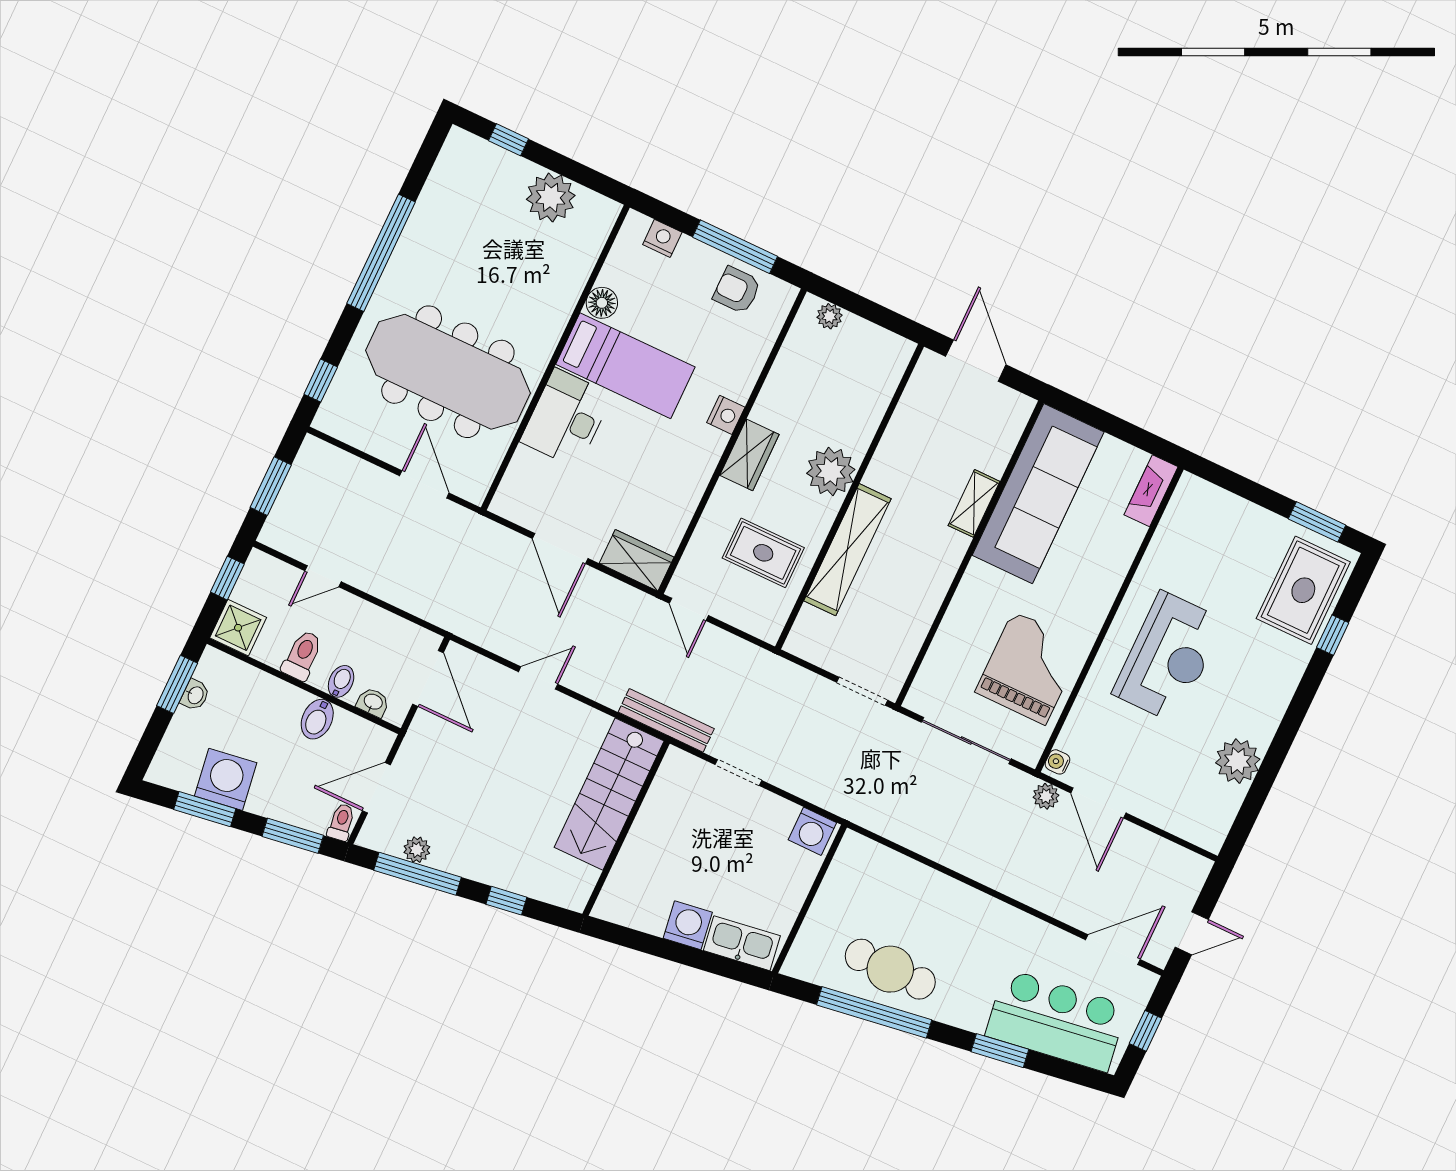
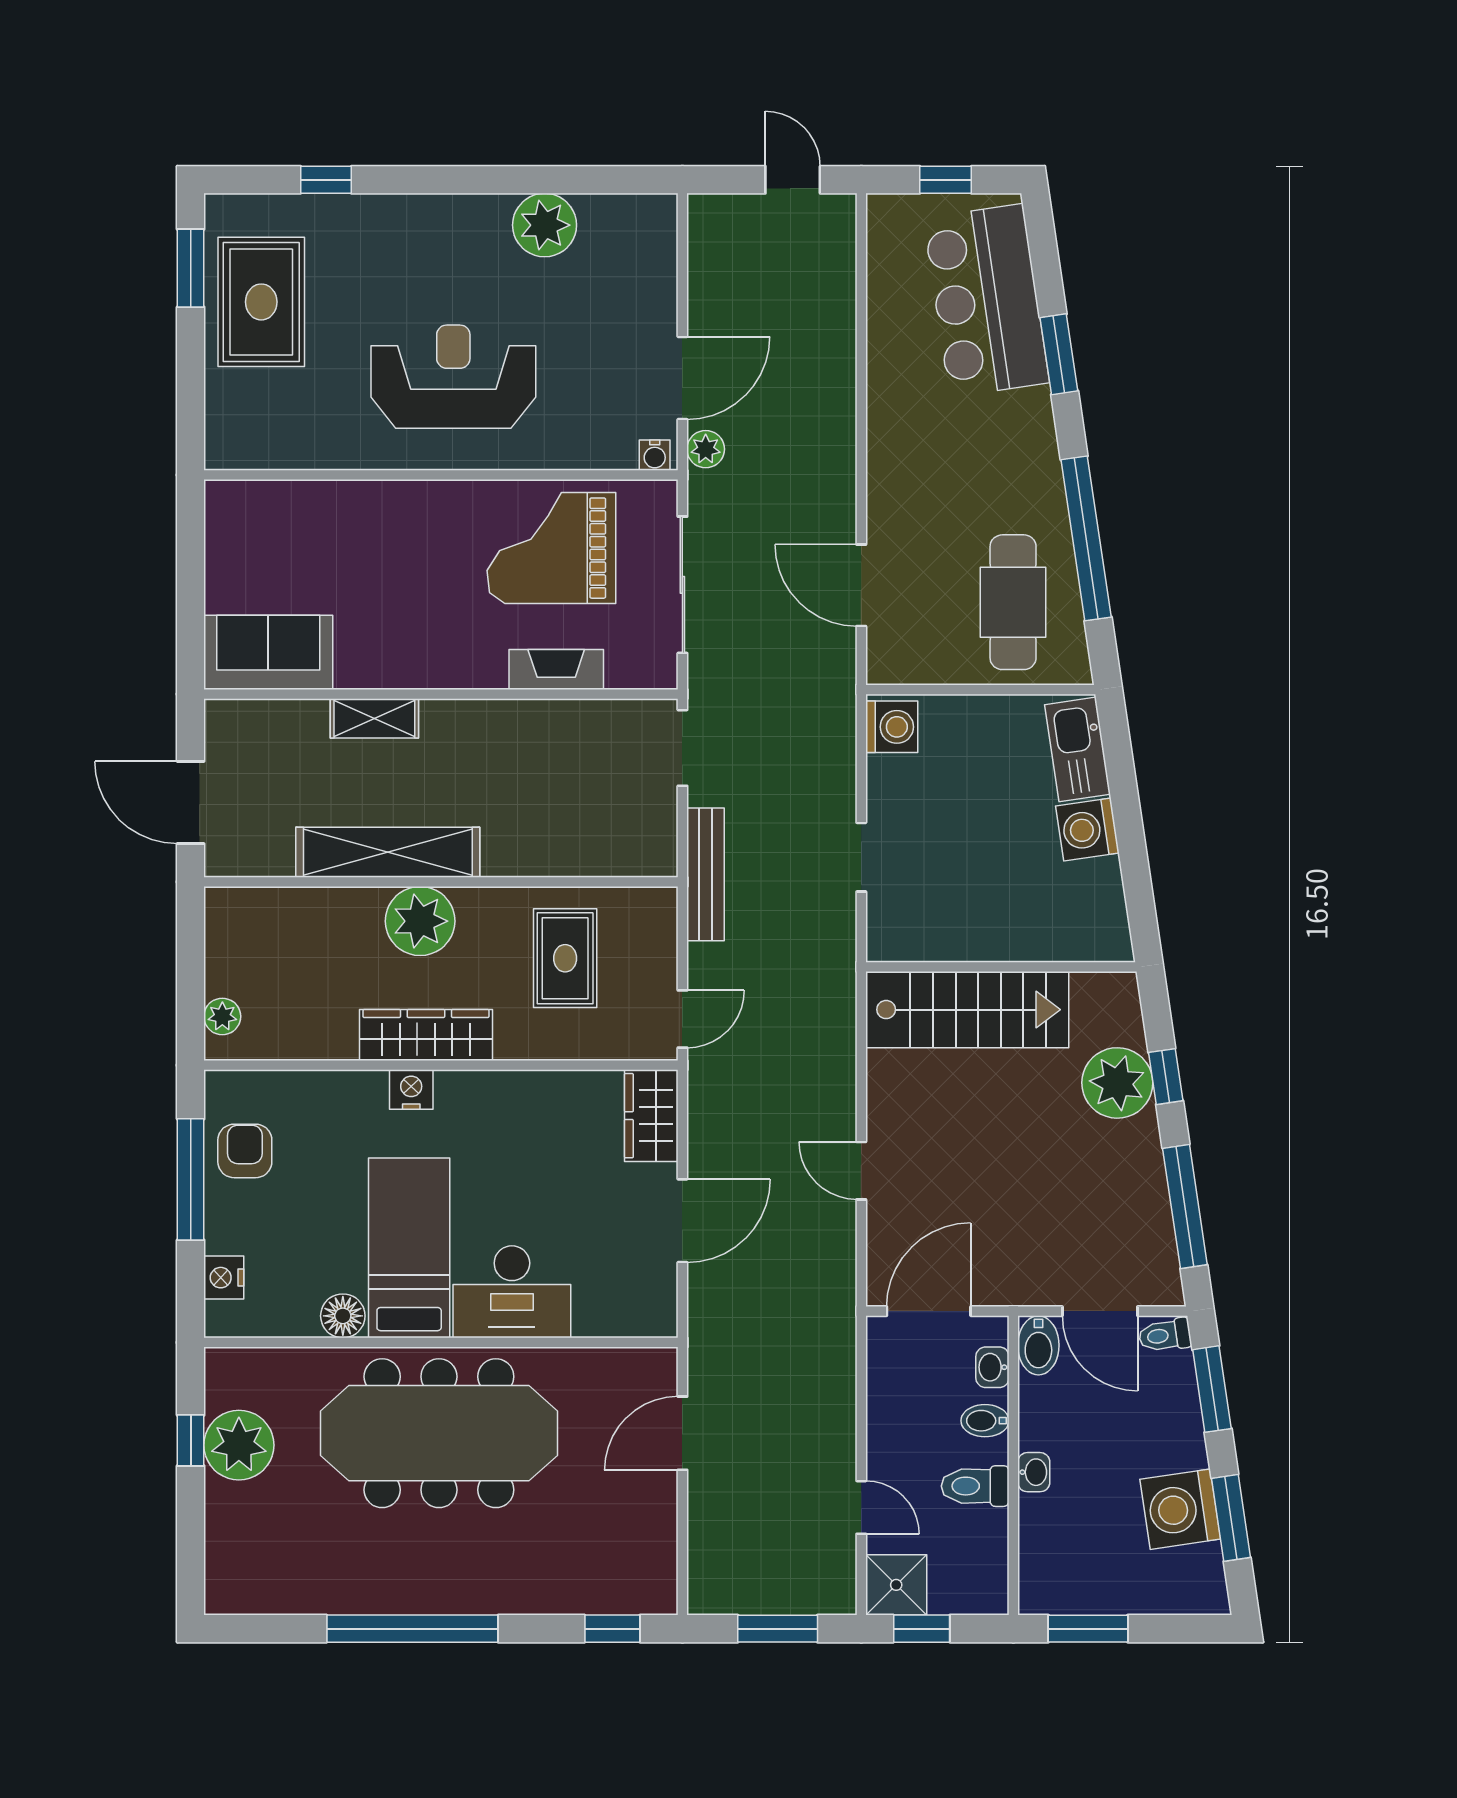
window: (508, 140) -> (191, 1440), moved
armchair: (737, 290) -> (245, 1151), turned 180
door: (976, 361) -> (191, 802), hinge flipped
meeting table: (448, 372) -> (439, 1433), moved, turned 90
wardrobe: (749, 455) -> (426, 1035), width x1.50
fireplace: (1151, 491) -> (556, 669), moved, turned 180
sofa: (1038, 494) -> (268, 652), width x0.54, depth x0.79
shelving: (847, 550) -> (388, 852), moved
rug: (1303, 590) -> (261, 302), moved, turned 90
shower: (238, 628) -> (896, 1585), moved
washbasin: (195, 695) -> (1034, 1472), moved, turned 90
bidet: (317, 719) -> (1038, 1345), moved, turned 90
bench: (666, 720) -> (706, 874), moved
plant: (417, 850) -> (1117, 1083), moved, width x1.88, depth x1.88
door: (1113, 950) -> (861, 585), moved
cafe table: (890, 969) -> (1013, 602), moved

